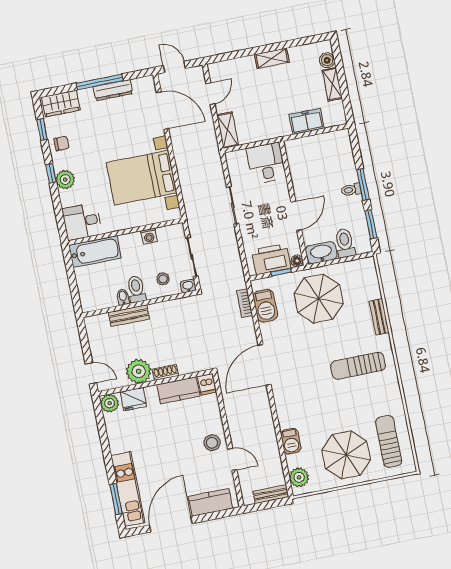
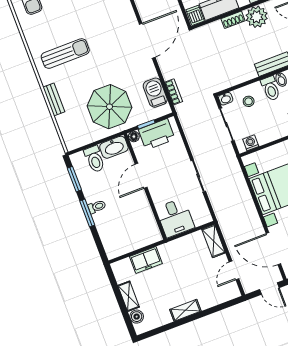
washing machine: (149, 236) -> (251, 143), moved

